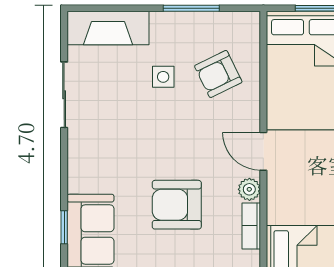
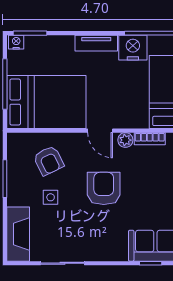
door: (263, 151) -> (100, 131), hinge flipped
armchair: (177, 205) -> (104, 188), moved, turned 180

